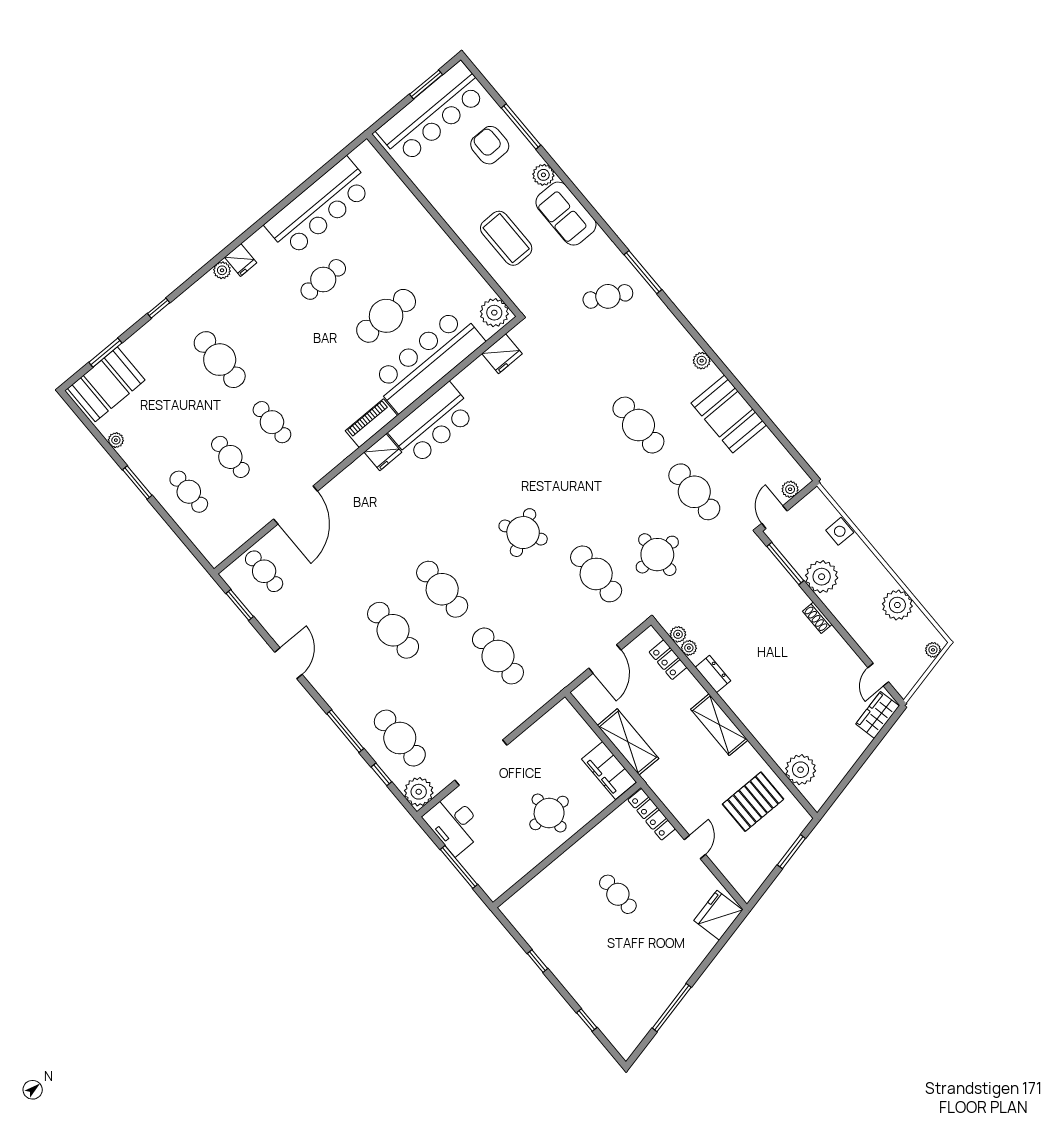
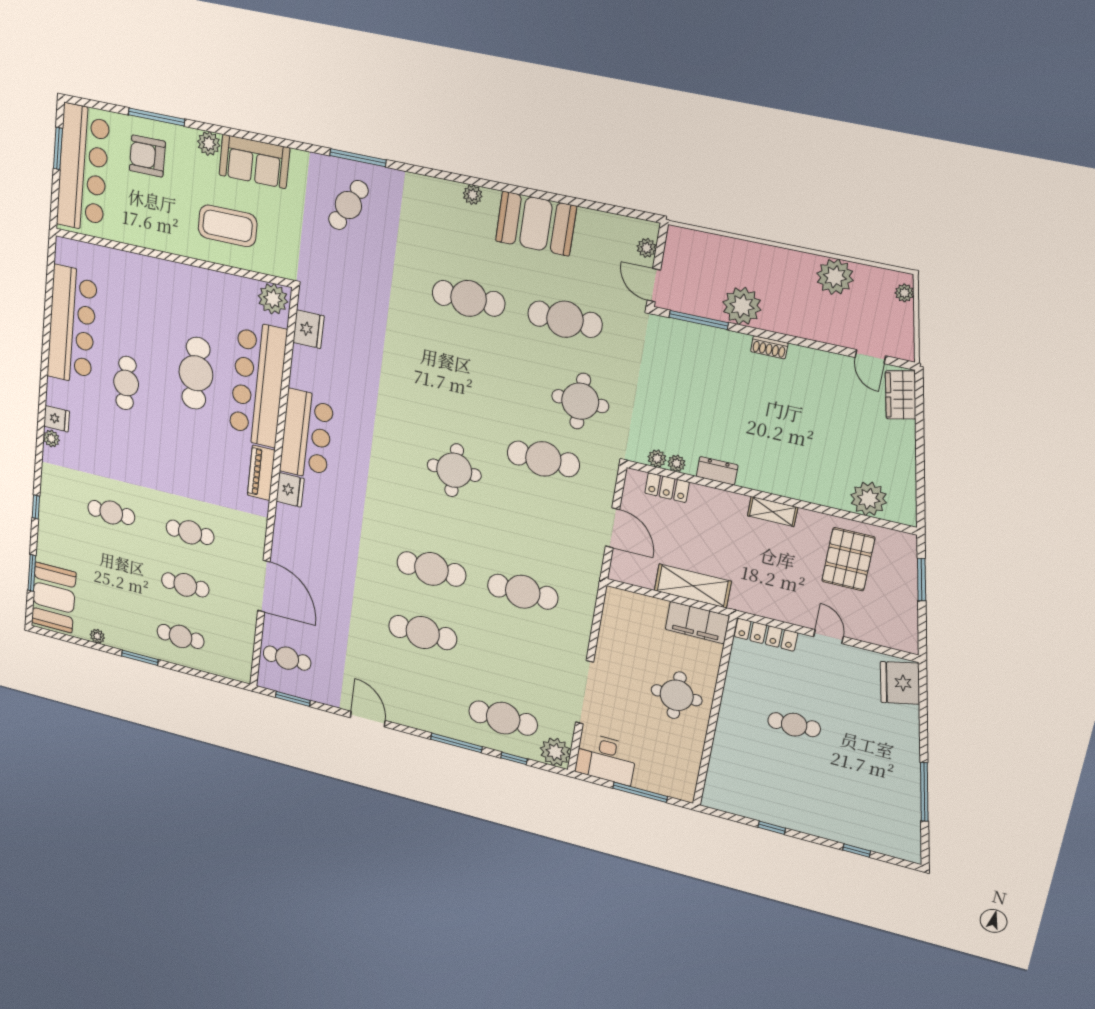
cafe table: (220, 360) -> (111, 512), width x0.73, depth x0.74
side table: (840, 531) -> (724, 250), removed
round table: (523, 533) -> (454, 470), turned 30
shelving: (719, 725) -> (773, 512), width x0.67, depth x0.75

